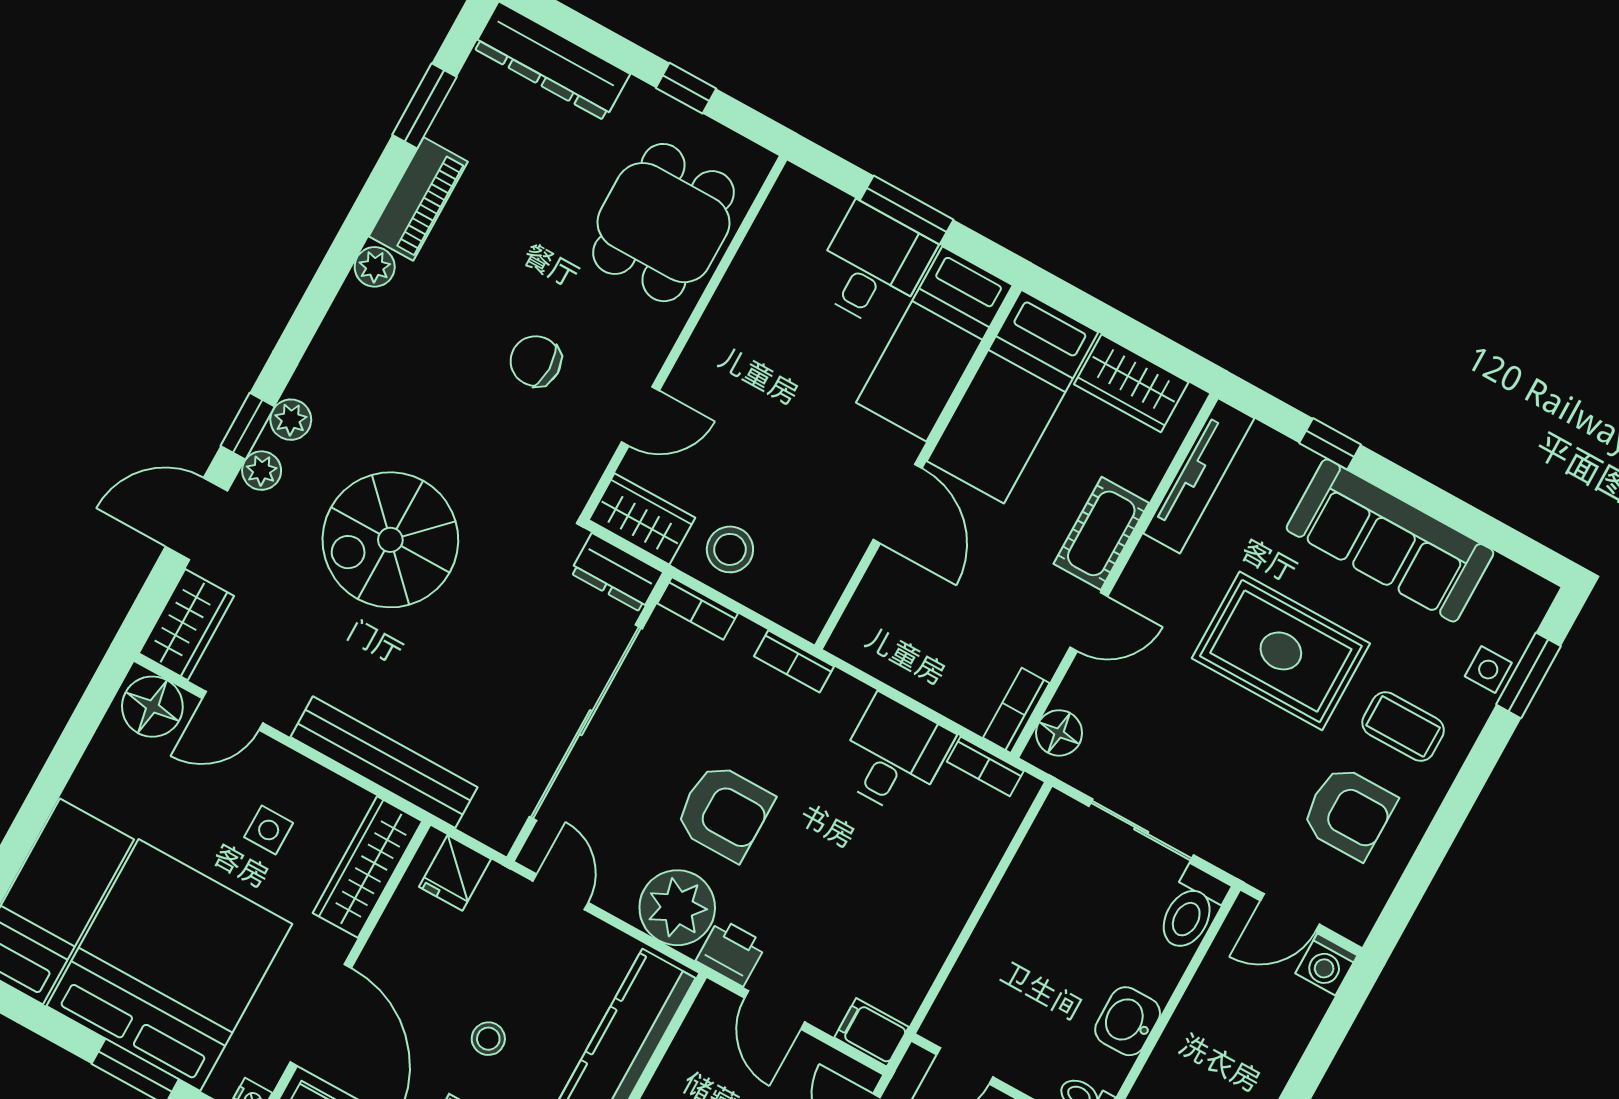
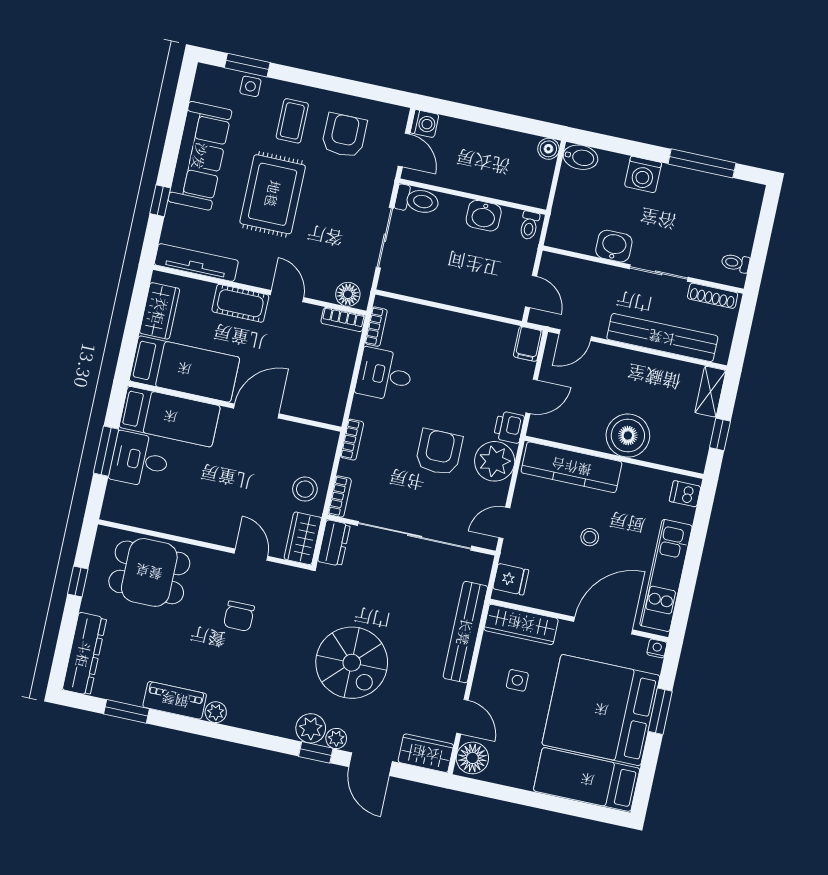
plant: (291, 420) -> (311, 728), width x1.38, depth x1.38

